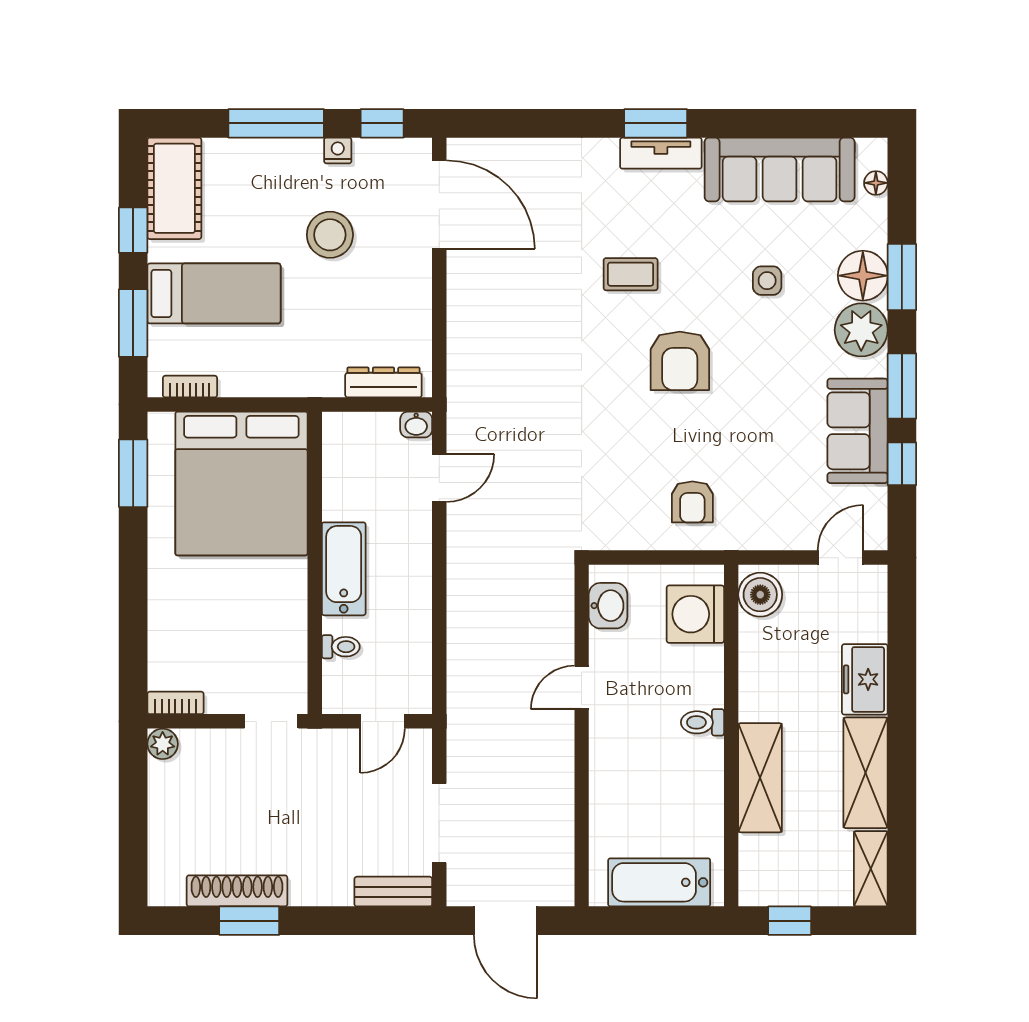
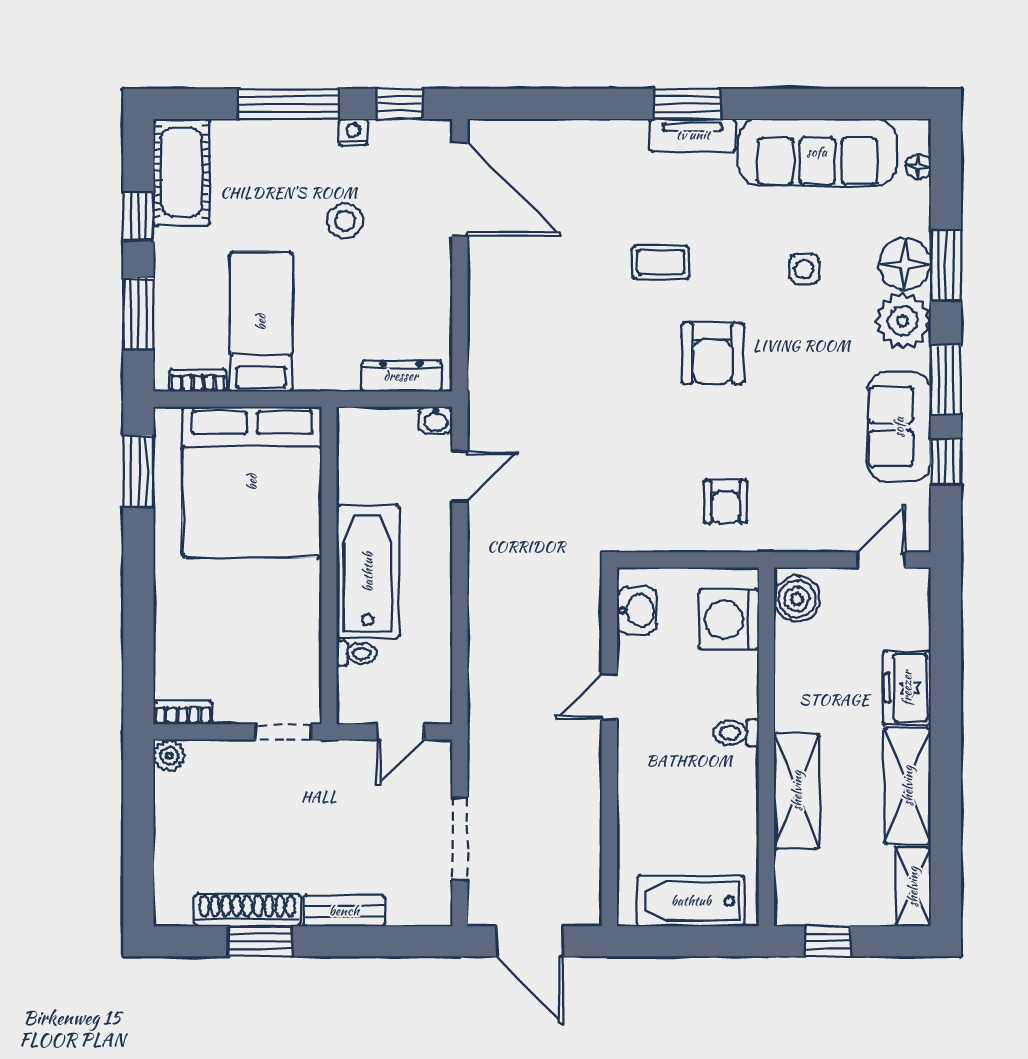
stool: (330, 235) -> (345, 221), width x0.73, depth x0.73
bed: (214, 293) -> (261, 322), moved, turned -90
bathtub: (344, 569) -> (368, 572), width x1.36, depth x1.36
bench: (393, 892) -> (344, 911), moved

